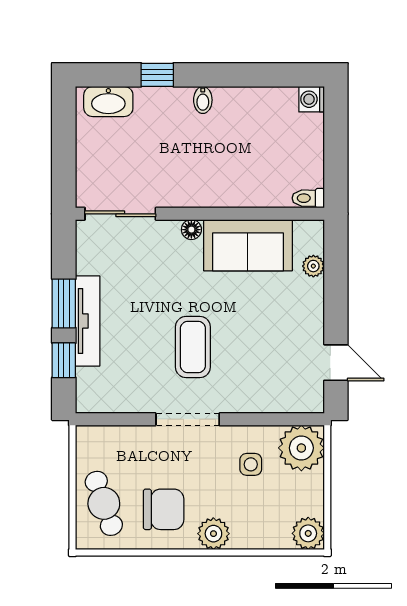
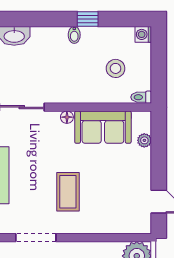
window: (157, 75) -> (88, 19), moved
stool: (268, 153) -> (116, 68), added
doorway: (188, 419) -> (36, 238), moved

